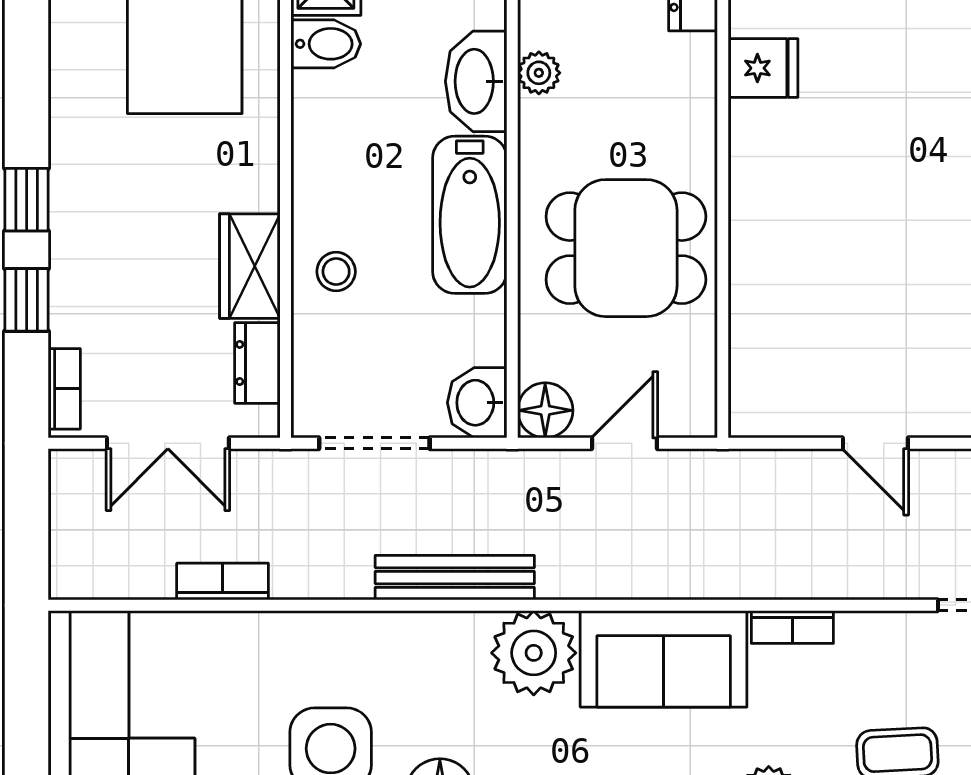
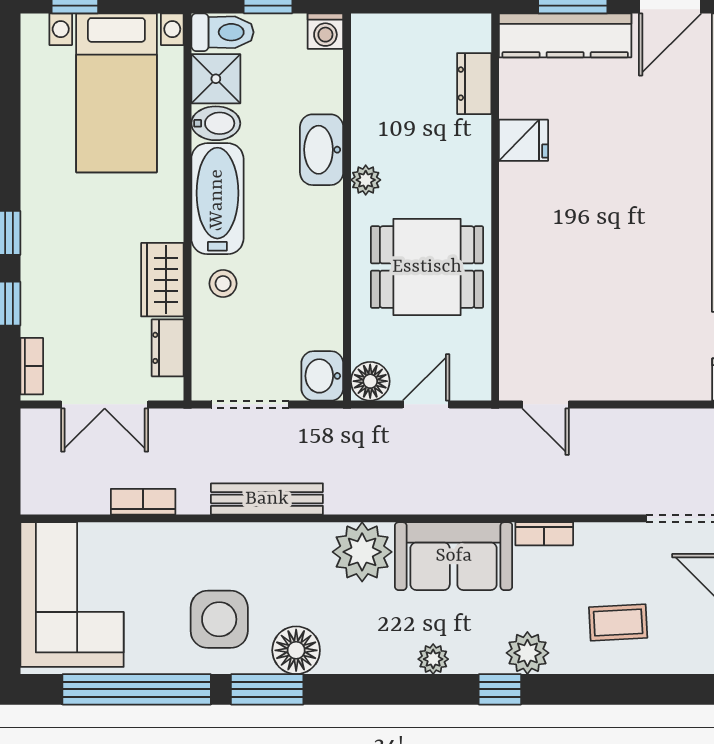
plant: (539, 73) -> (366, 180), moved
bathtub: (470, 215) -> (217, 199), moved, turned 180
door: (875, 443) -> (545, 404), moved
bench: (455, 578) -> (267, 499), moved

